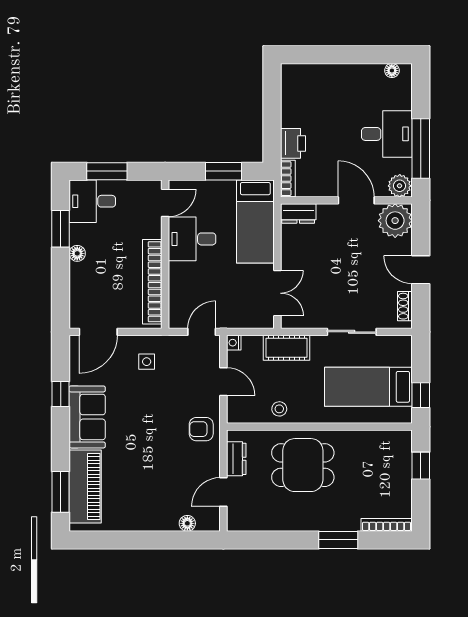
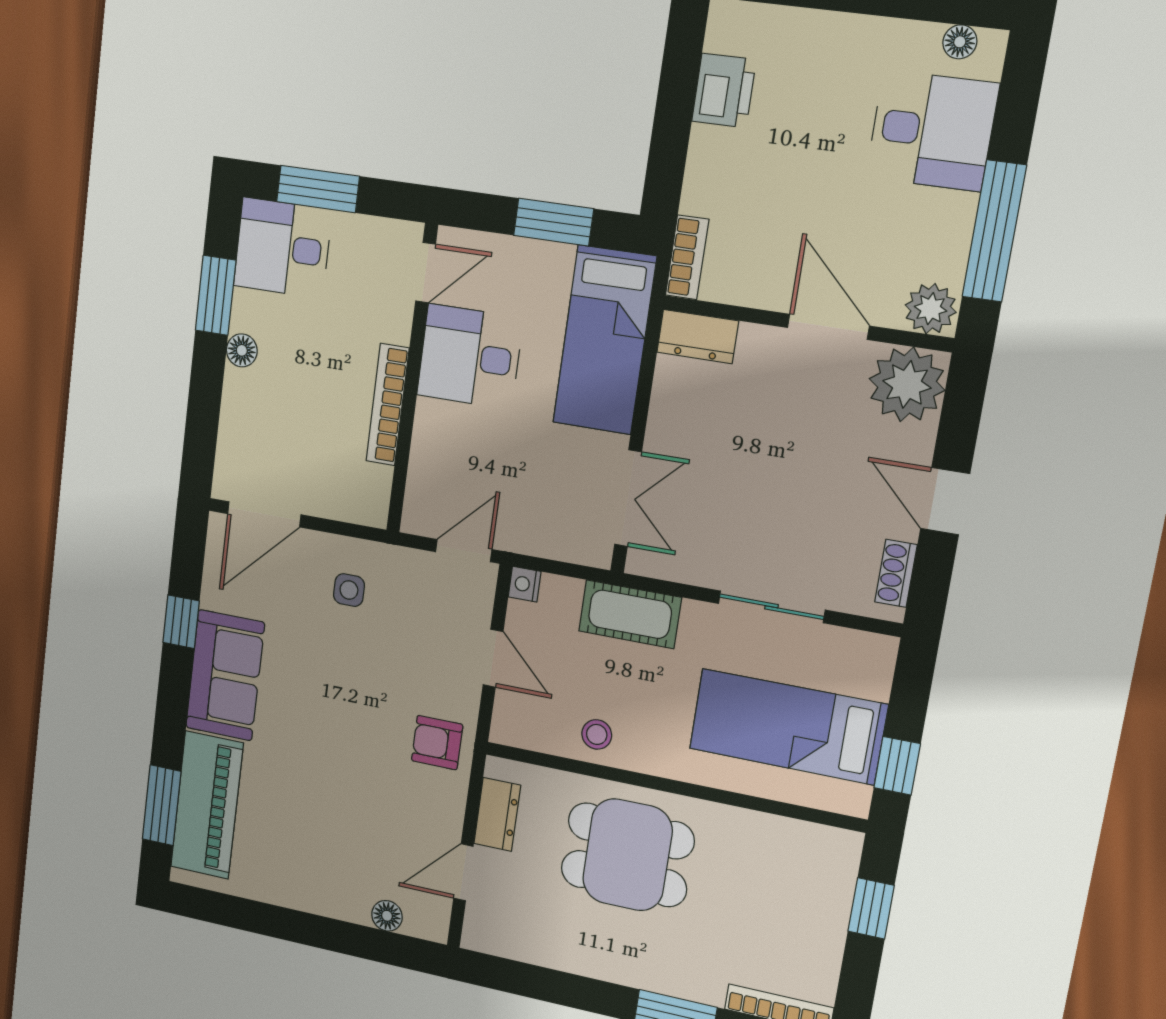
desk: (387, 134) -> (932, 131), moved
printer: (293, 143) -> (724, 91), moved
bookcase: (152, 282) -> (388, 405), width x0.68, depth x0.76

